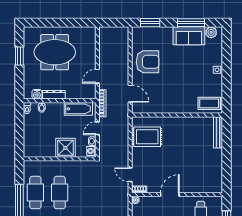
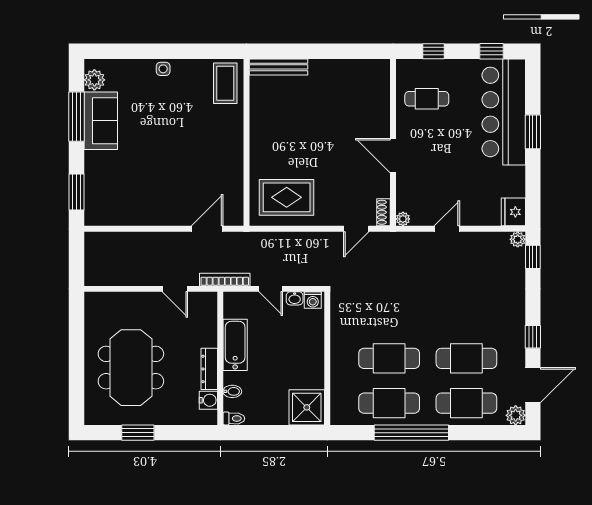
armchair: (148, 62) -> (148, 197), removed
bathtub: (78, 109) -> (235, 345), moved
rug: (147, 137) -> (287, 197), turned 90
shower: (65, 148) -> (307, 407), moved

